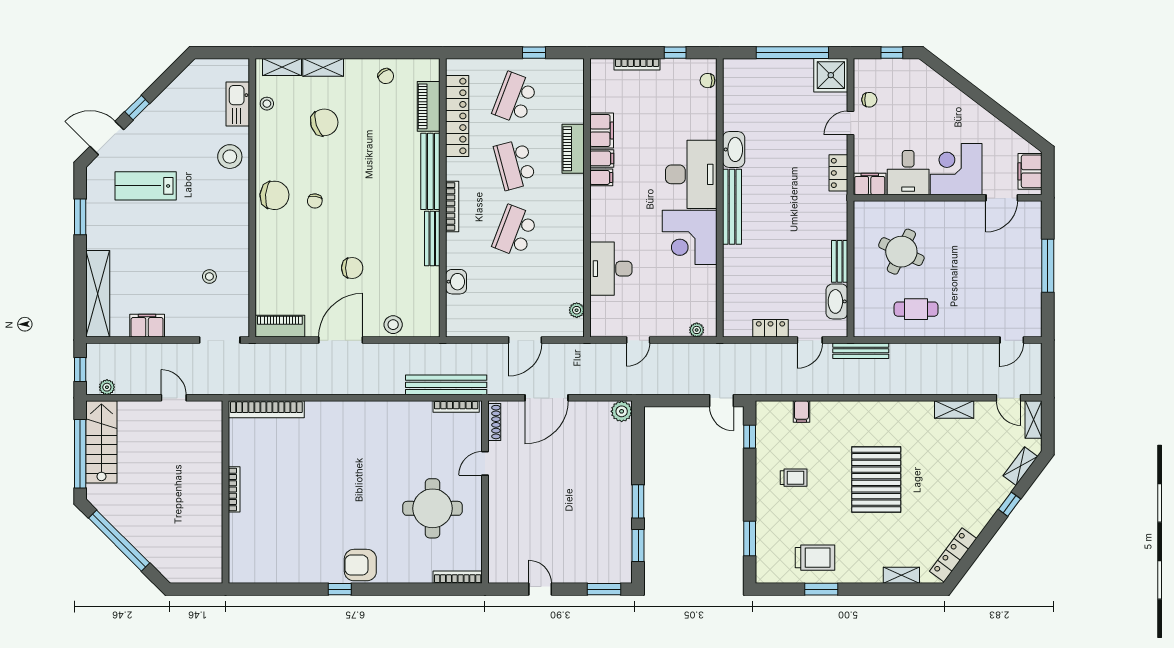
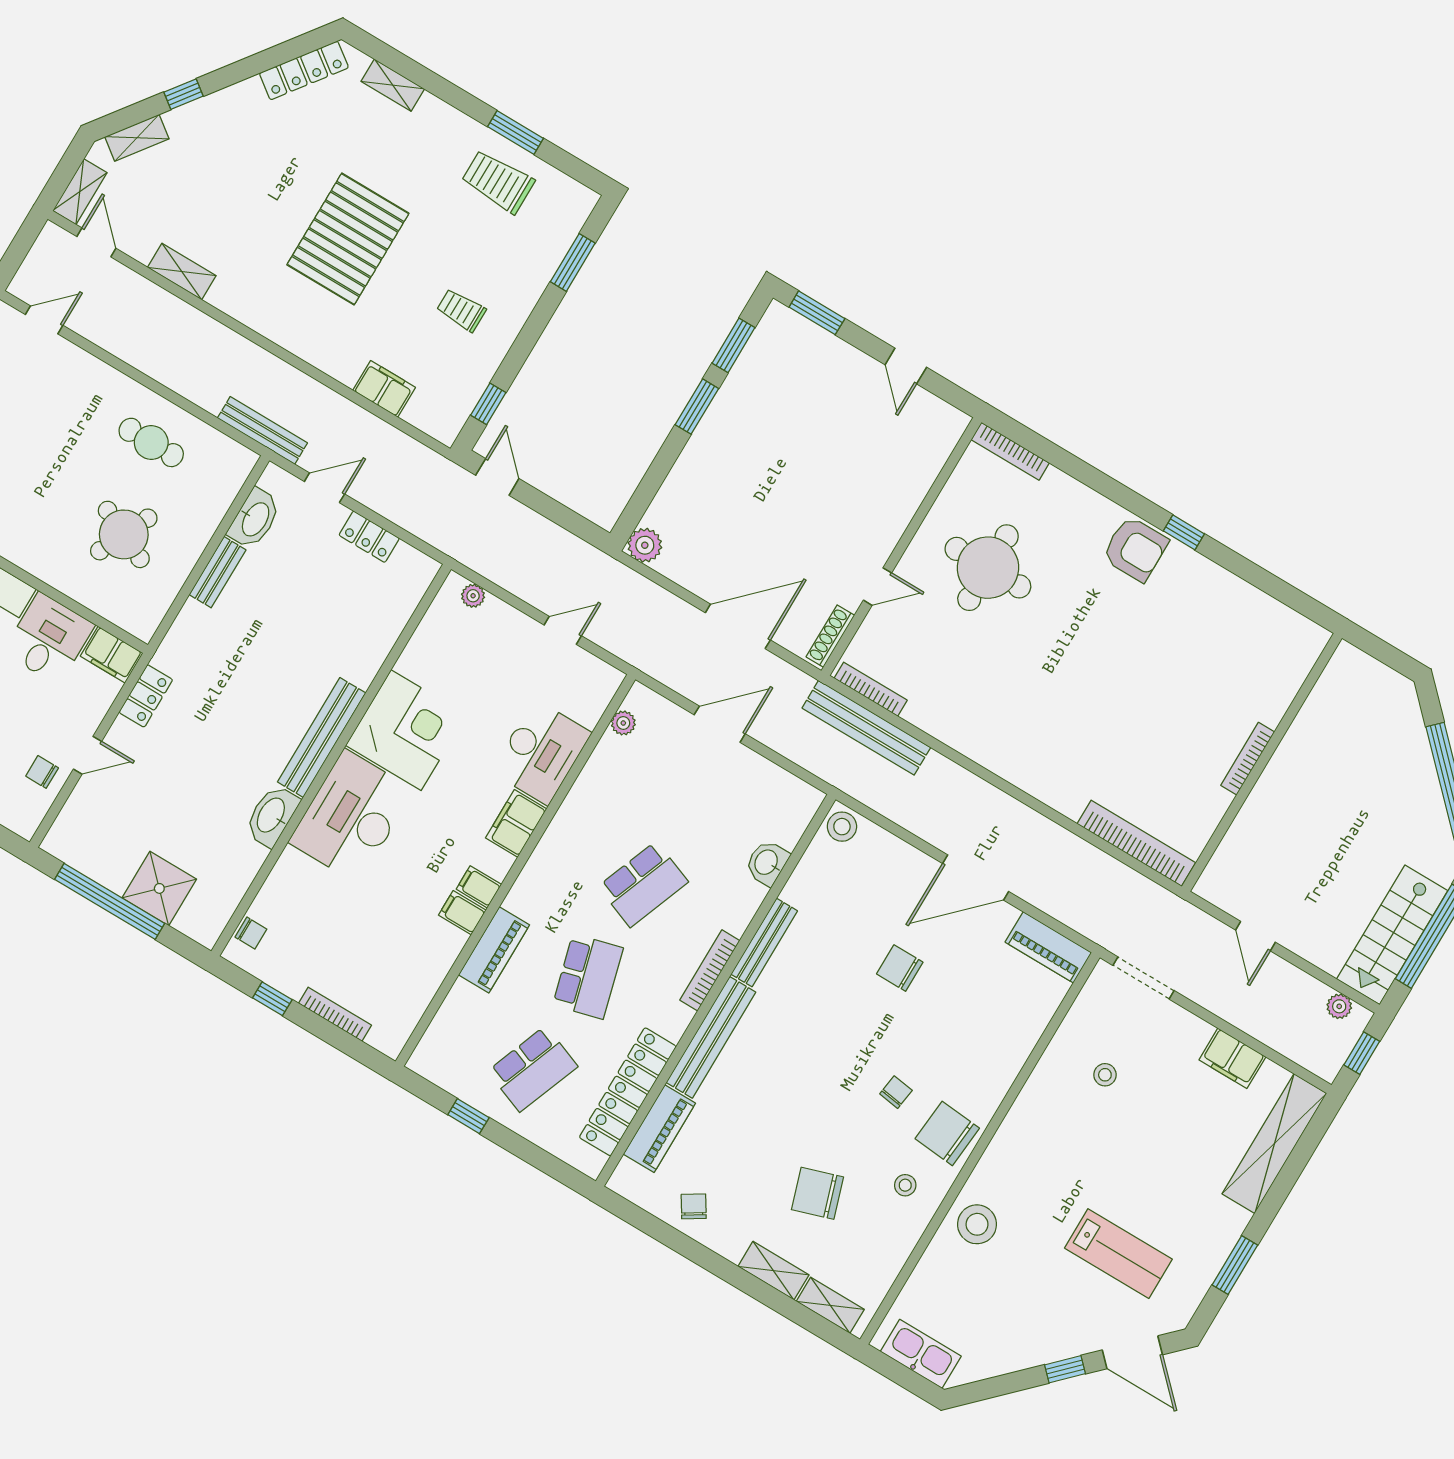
shower: (831, 75) -> (159, 888), moved
kitchen sink: (238, 104) -> (921, 1354), moved, turned -90
stool: (267, 104) -> (905, 1185), moved
filing cabinet: (602, 130) -> (516, 823), moved
stool: (393, 325) -> (842, 827), moved
filing cabinet: (801, 411) -> (384, 389), width x2.00

